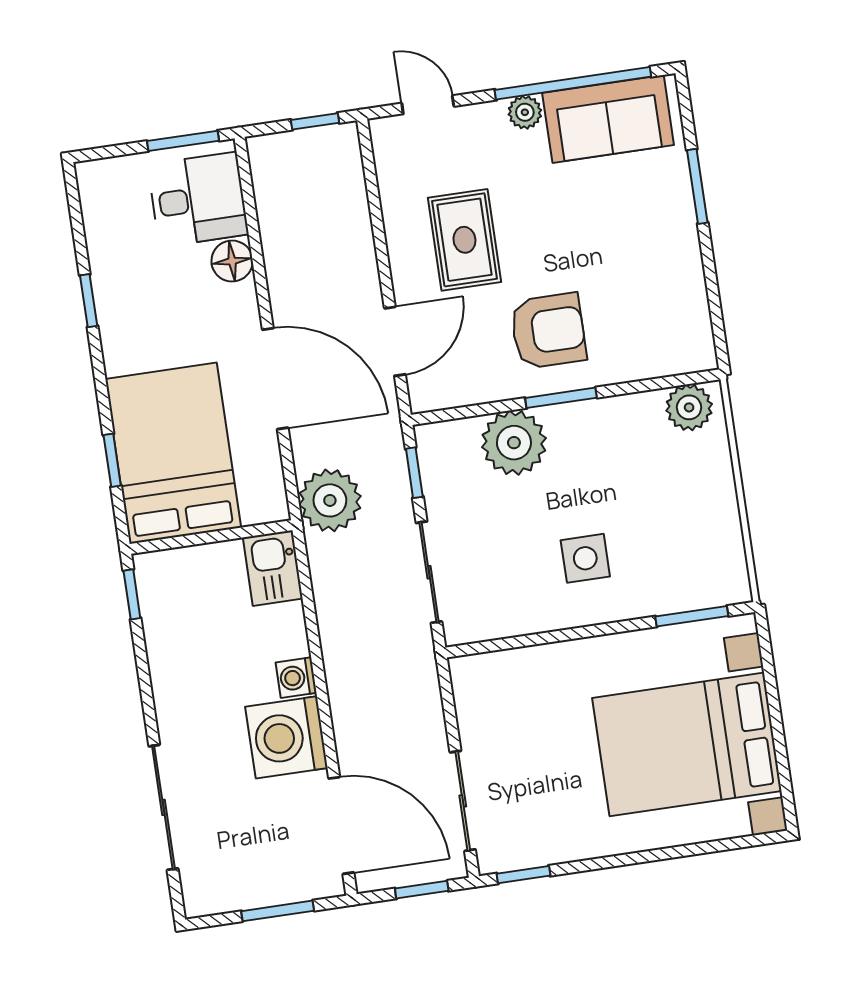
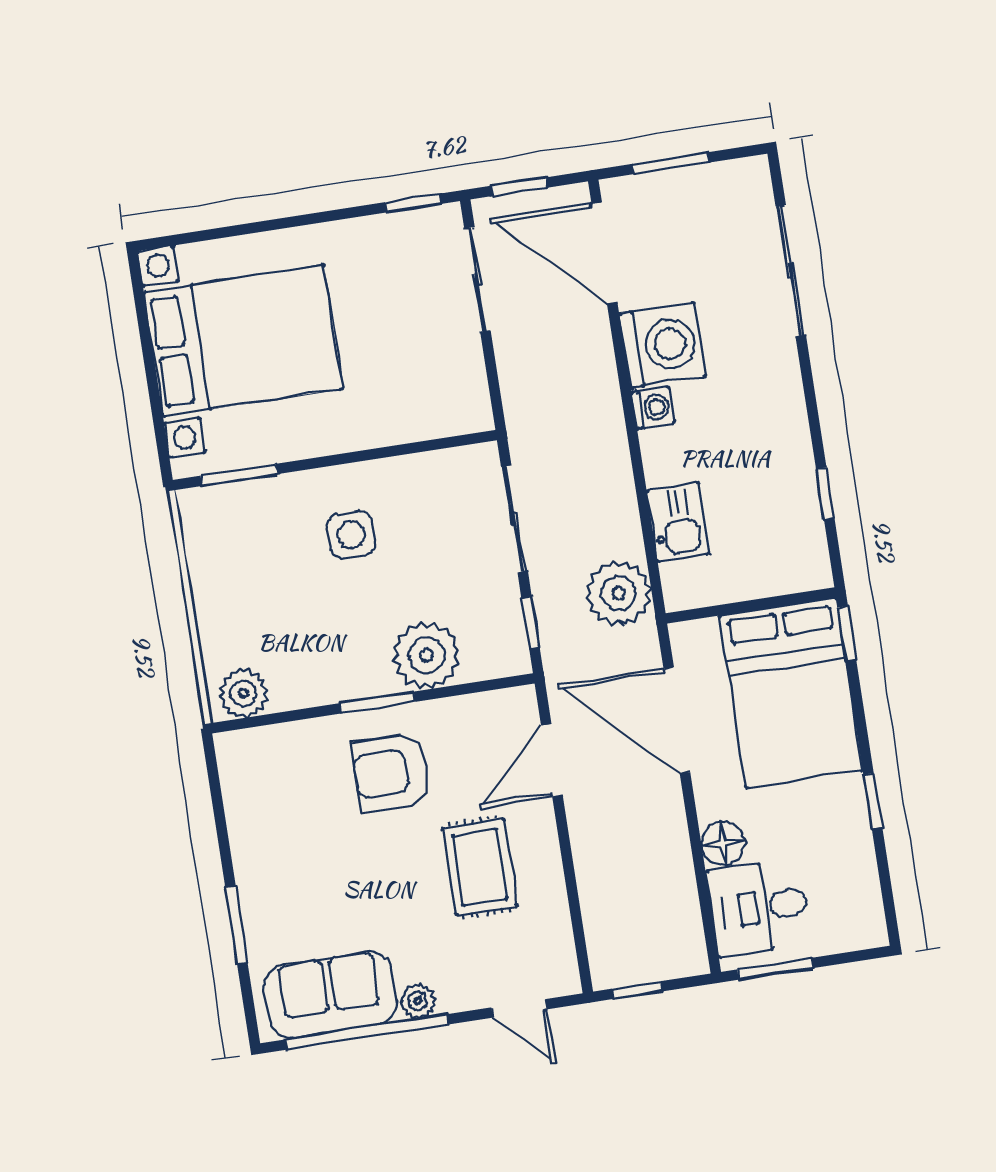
bed: (173, 453) -> (791, 693), moved
wall: (211, 537) -> (751, 605), moved

